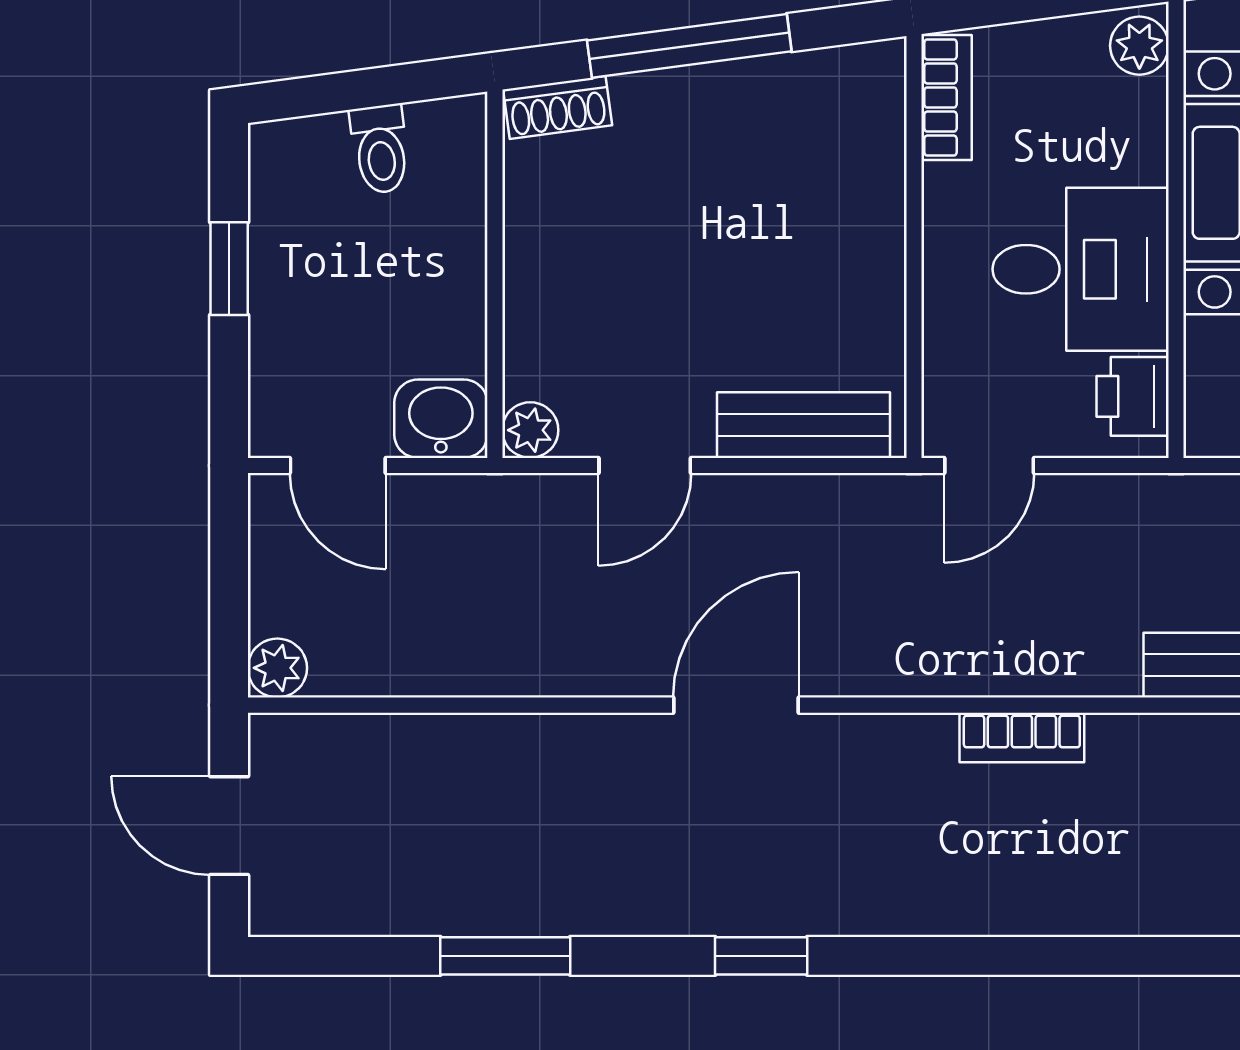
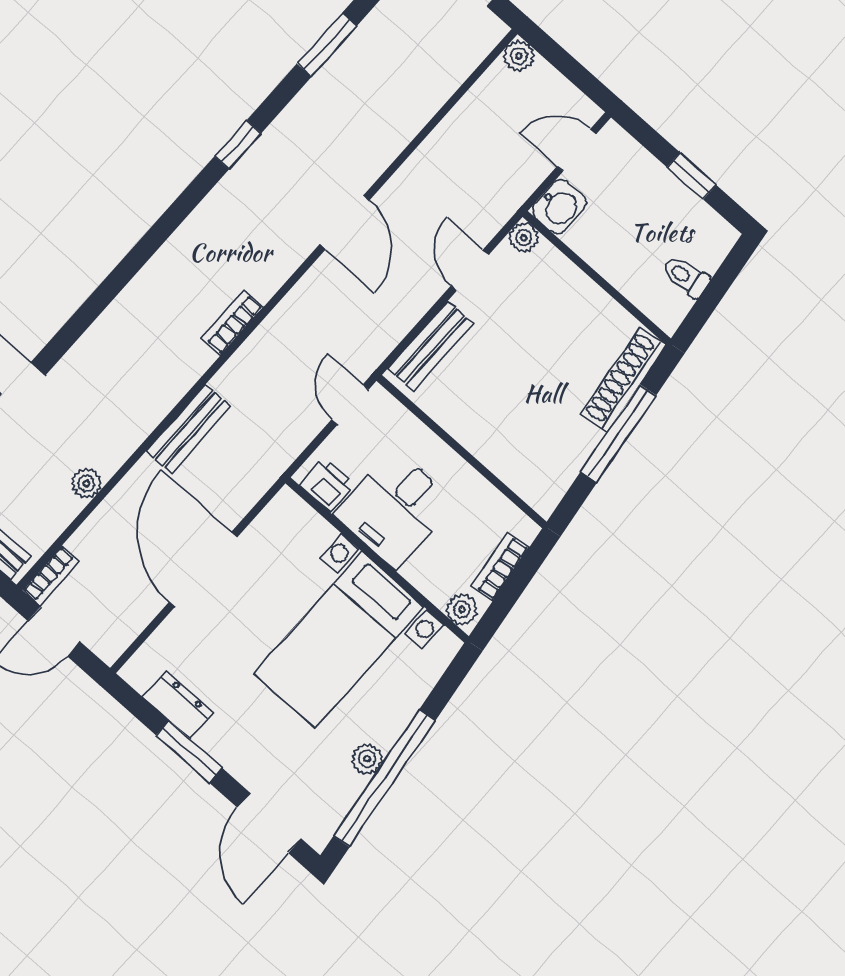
bookcase: (947, 97) -> (500, 567), moved, turned 82
shoe rack: (558, 107) -> (623, 380), width x1.94, depth x1.24

